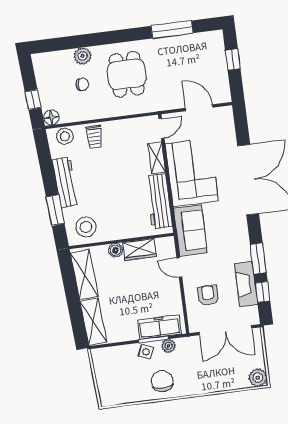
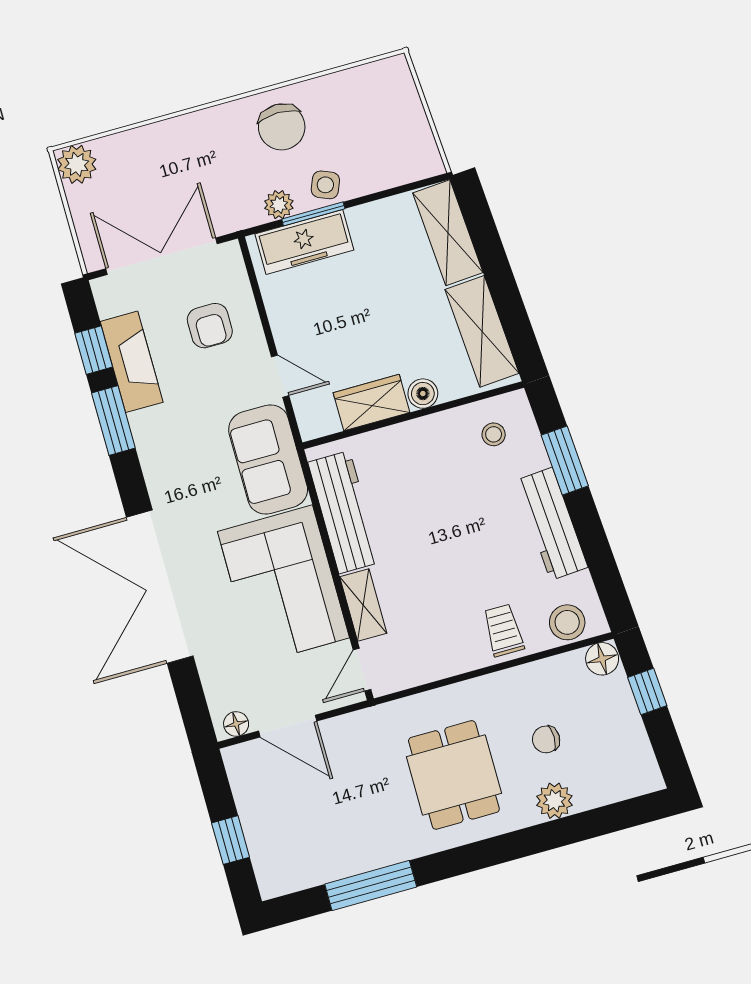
floor lamp: (222, 112) -> (236, 724), added
stool: (86, 227) -> (494, 434), width x0.53, depth x0.53

